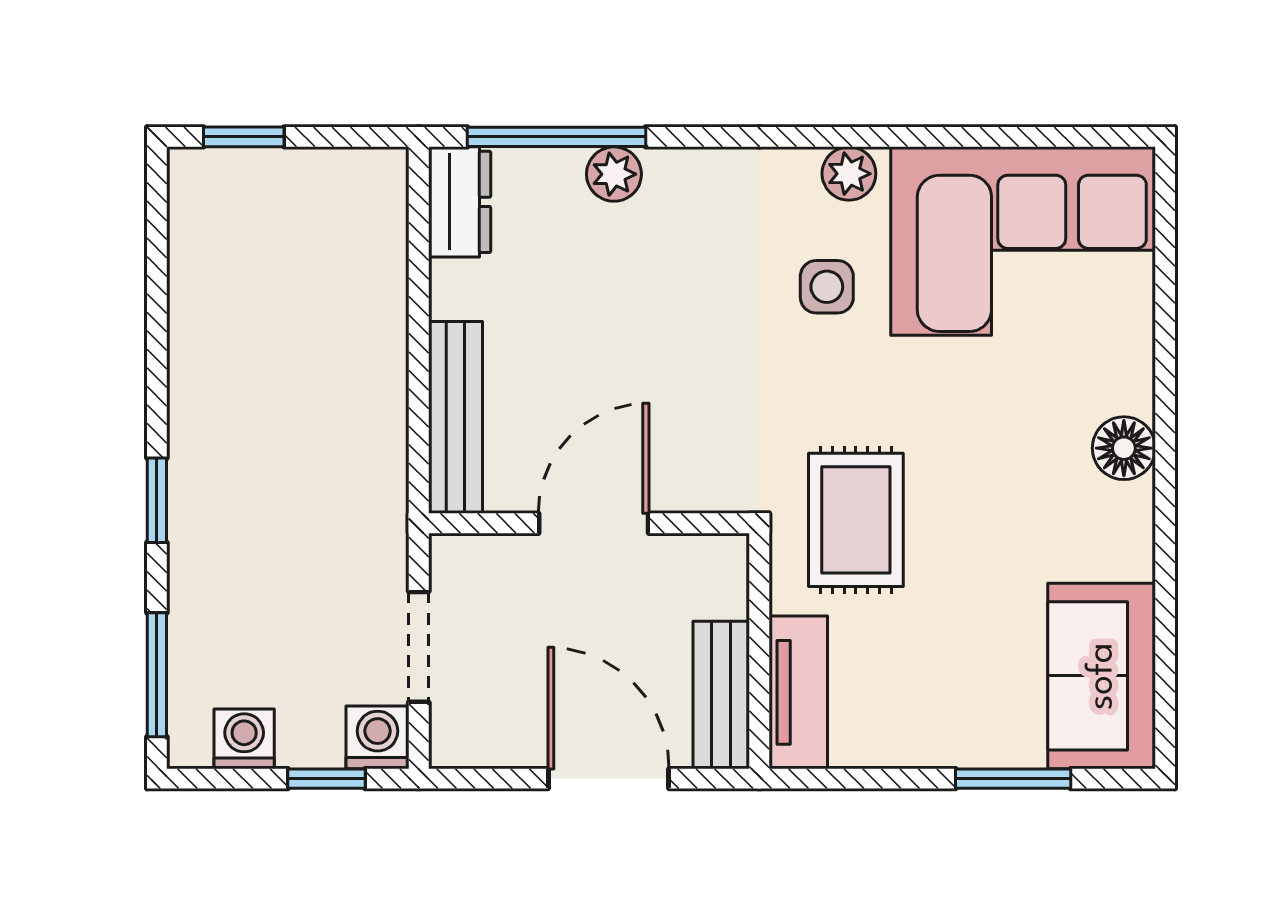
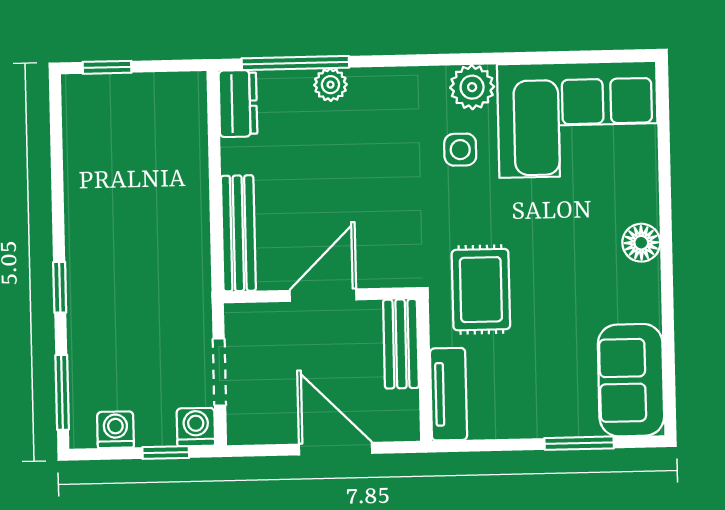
plant: (849, 174) -> (472, 87), width x1.38, depth x1.38
bench: (721, 695) -> (401, 344), moved

